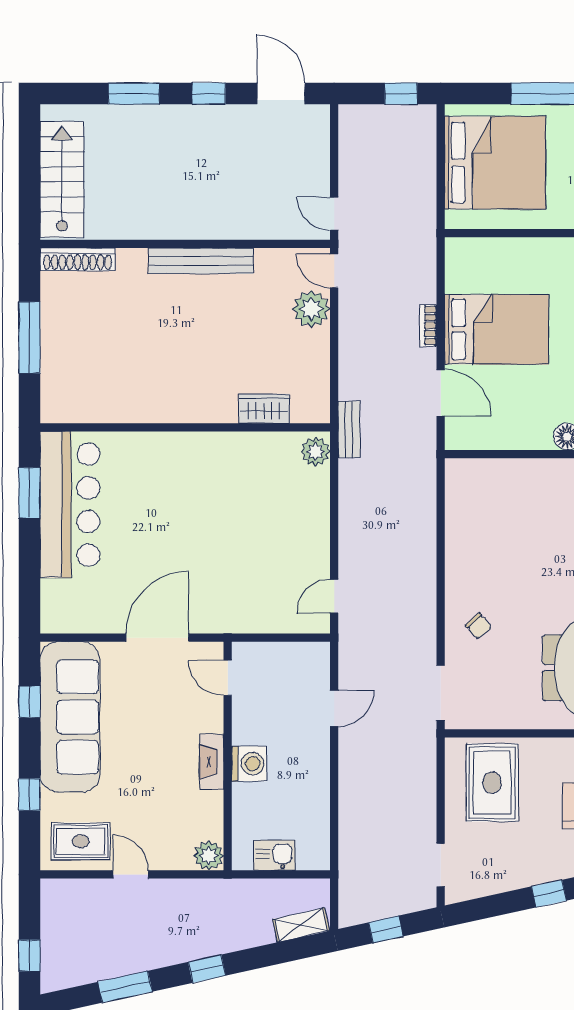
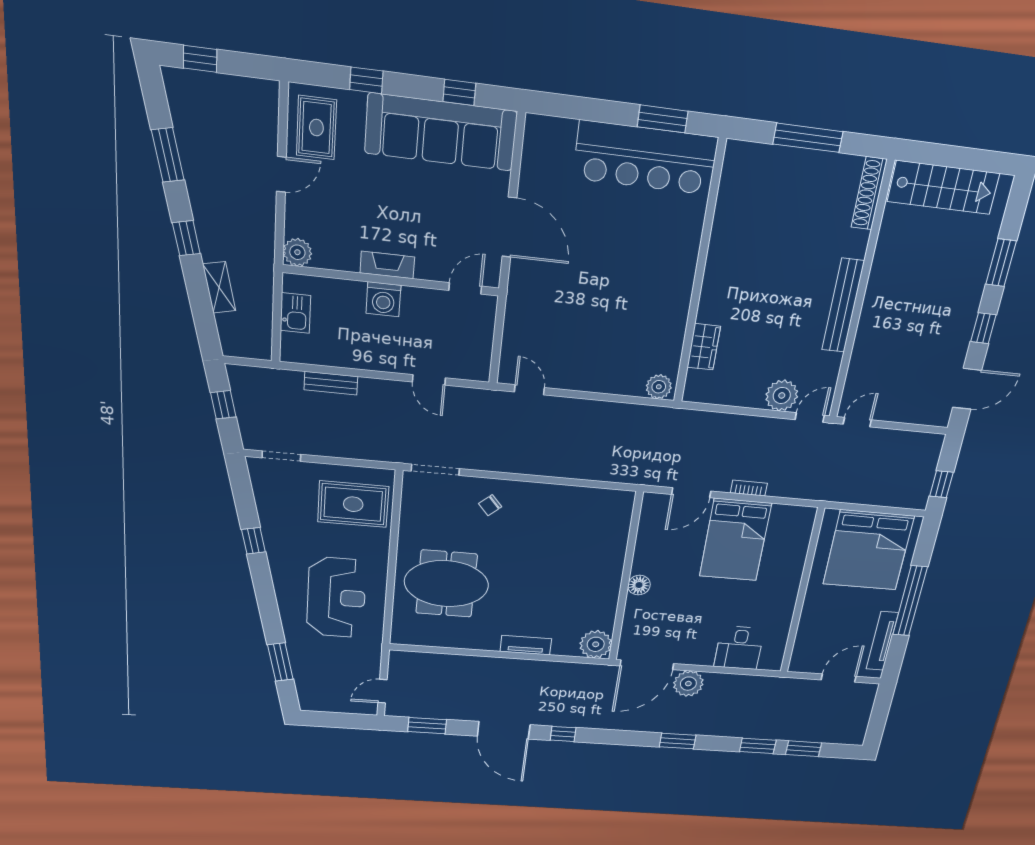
bench: (349, 430) -> (331, 383), moved
shelving: (301, 925) -> (219, 287), moved

